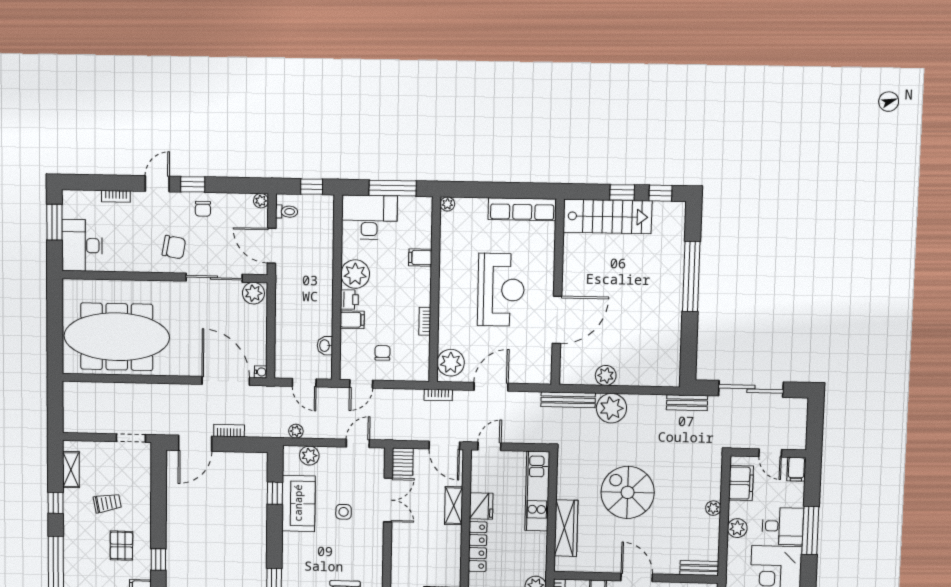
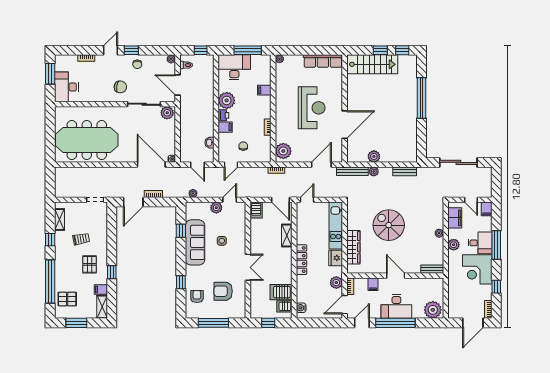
door: (491, 387) -> (321, 165), moved
bench: (687, 403) -> (405, 171), moved
plant: (611, 408) -> (374, 171), width x0.53, depth x0.53
plant: (309, 456) -> (216, 208), moved
double door: (388, 500) -> (248, 267), moved
sofa: (298, 503) -> (195, 242), width x1.36
fridge: (481, 506) -> (336, 258), moved, turned 180

